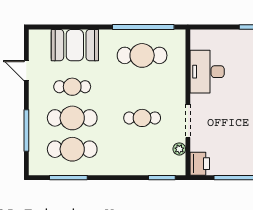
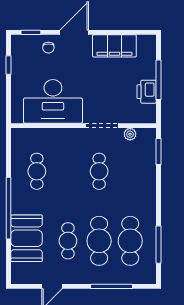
window: (143, 27) -> (8, 208), moved
cafe table: (142, 55) -> (37, 171), width x0.73, depth x0.74
desk: (207, 72) -> (53, 101), width x1.36, depth x1.30
printer: (200, 164) -> (147, 92), moved, turned -90

